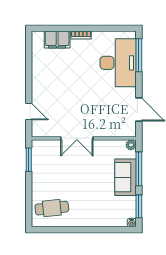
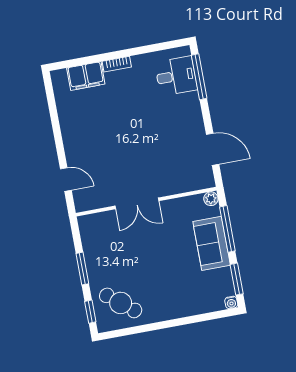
desk: (118, 63) -> (176, 76), width x0.53, depth x0.77
window: (29, 160) -> (82, 269), moved
cafe table: (52, 208) -> (121, 303), turned 45
window: (29, 210) -> (90, 312), added

